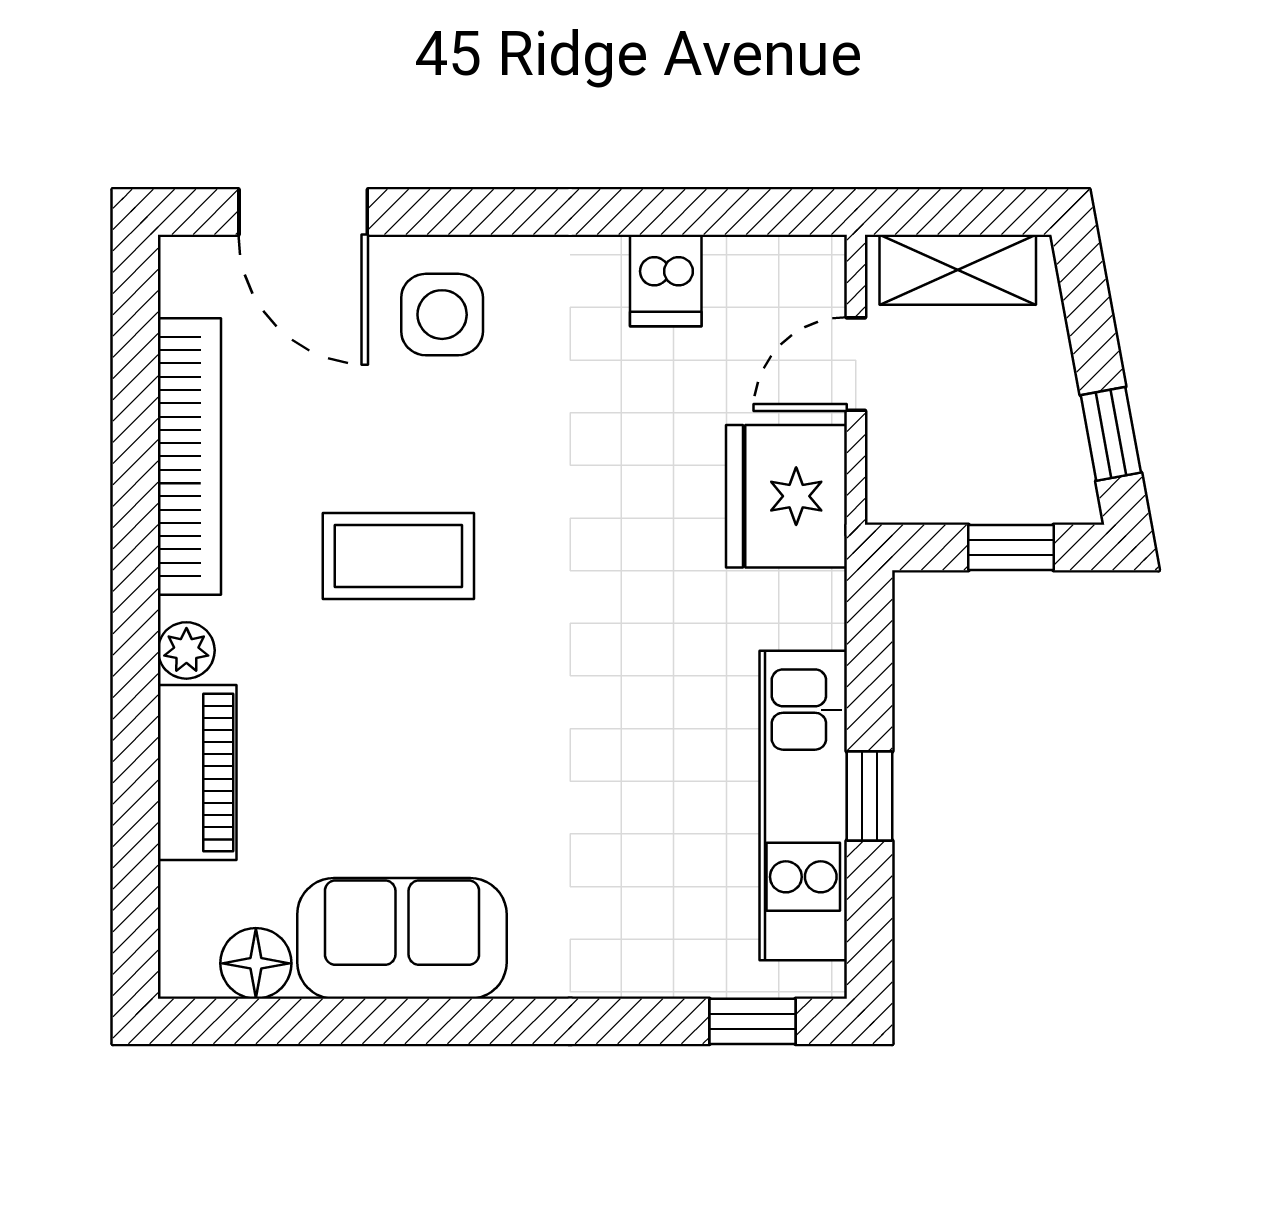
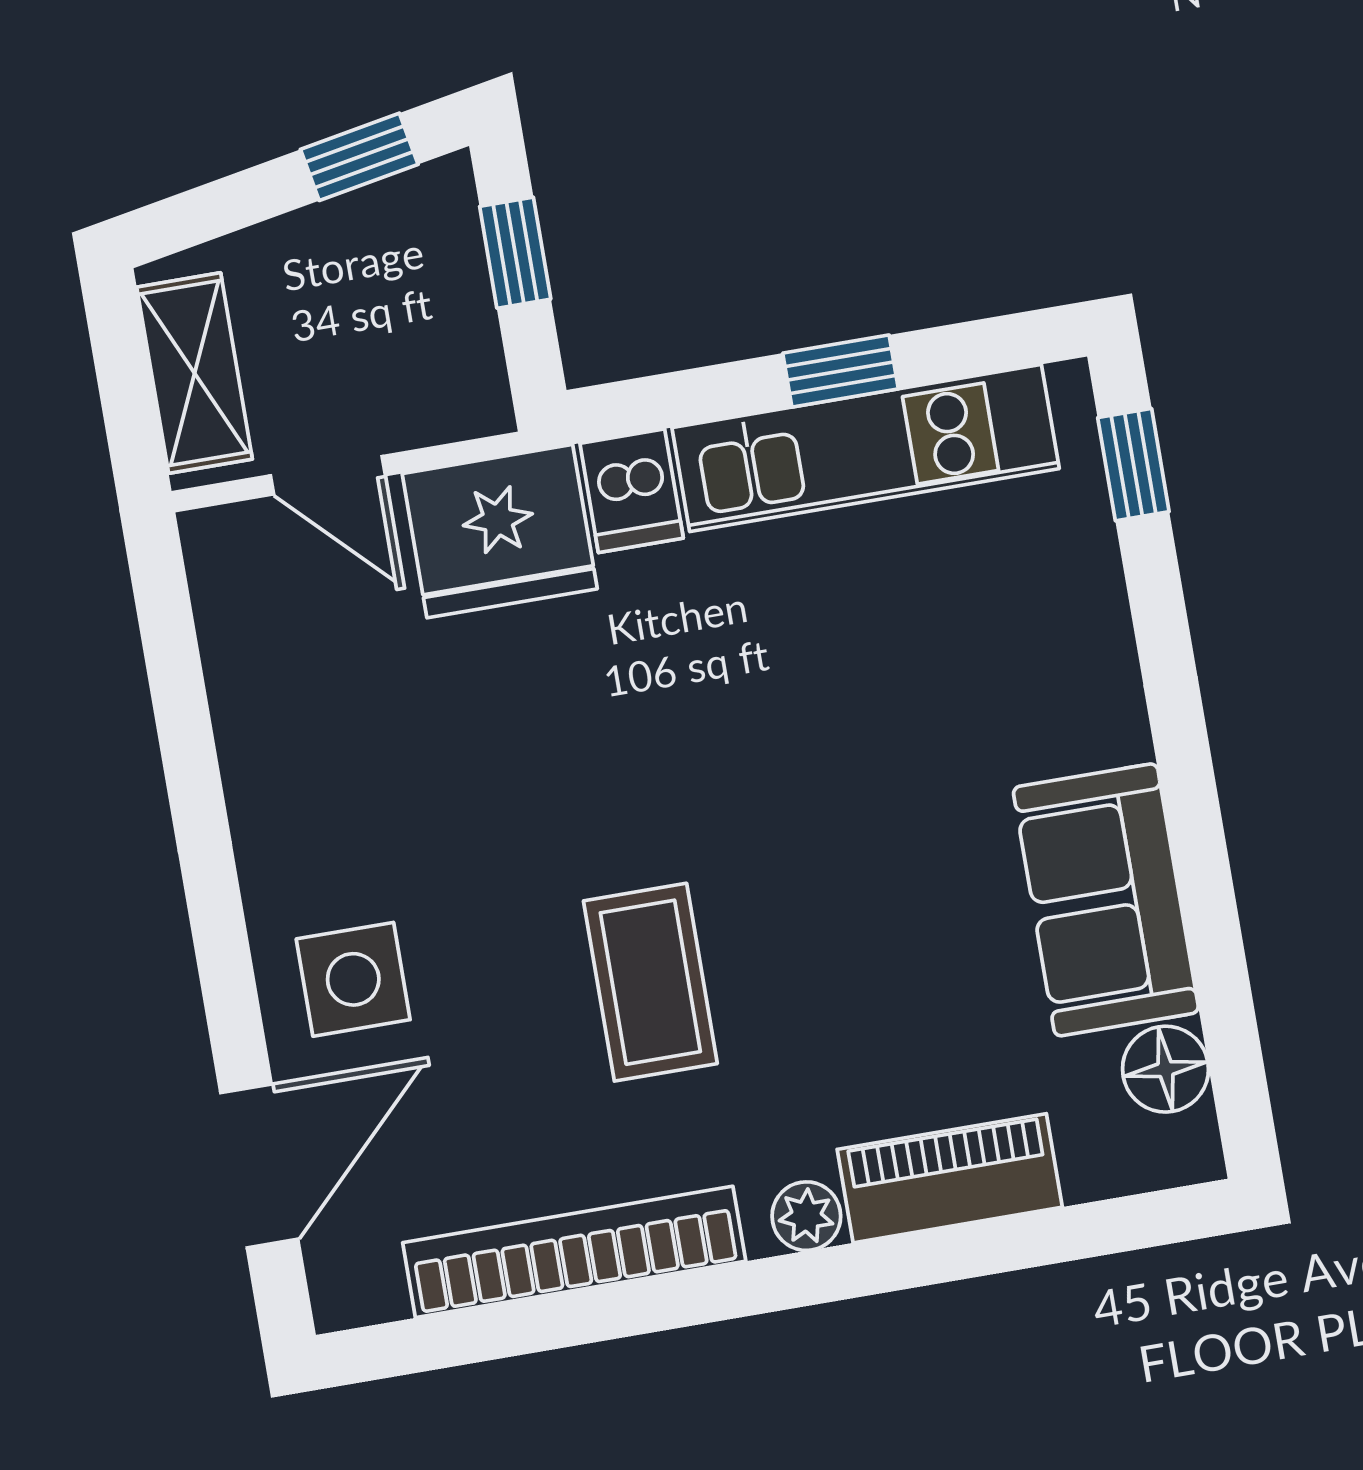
dishwasher: (666, 280) -> (632, 491), moved, turned 90

